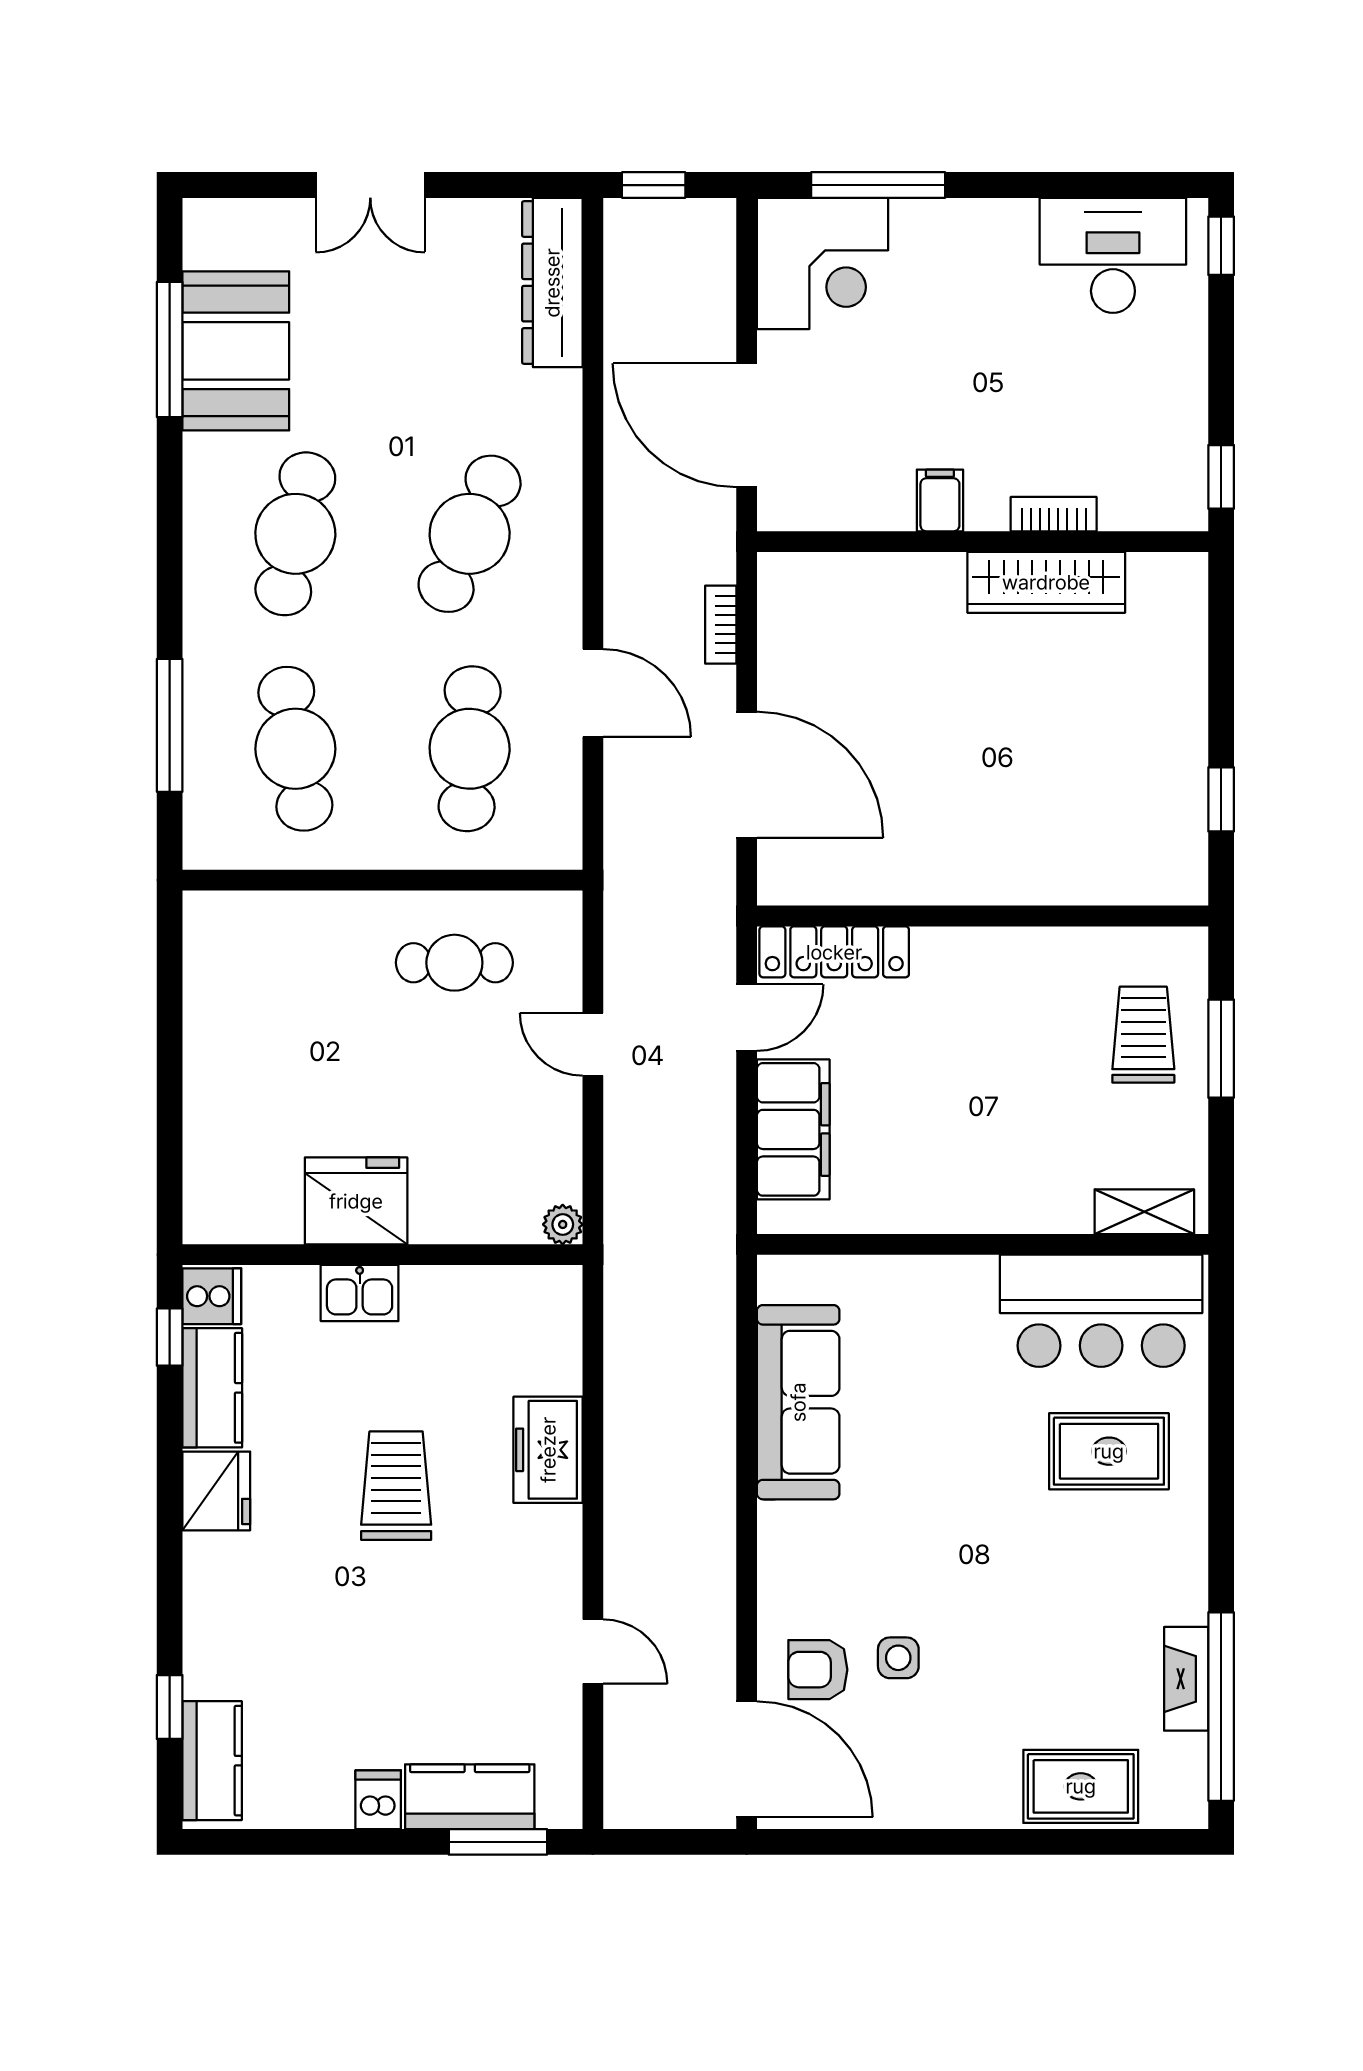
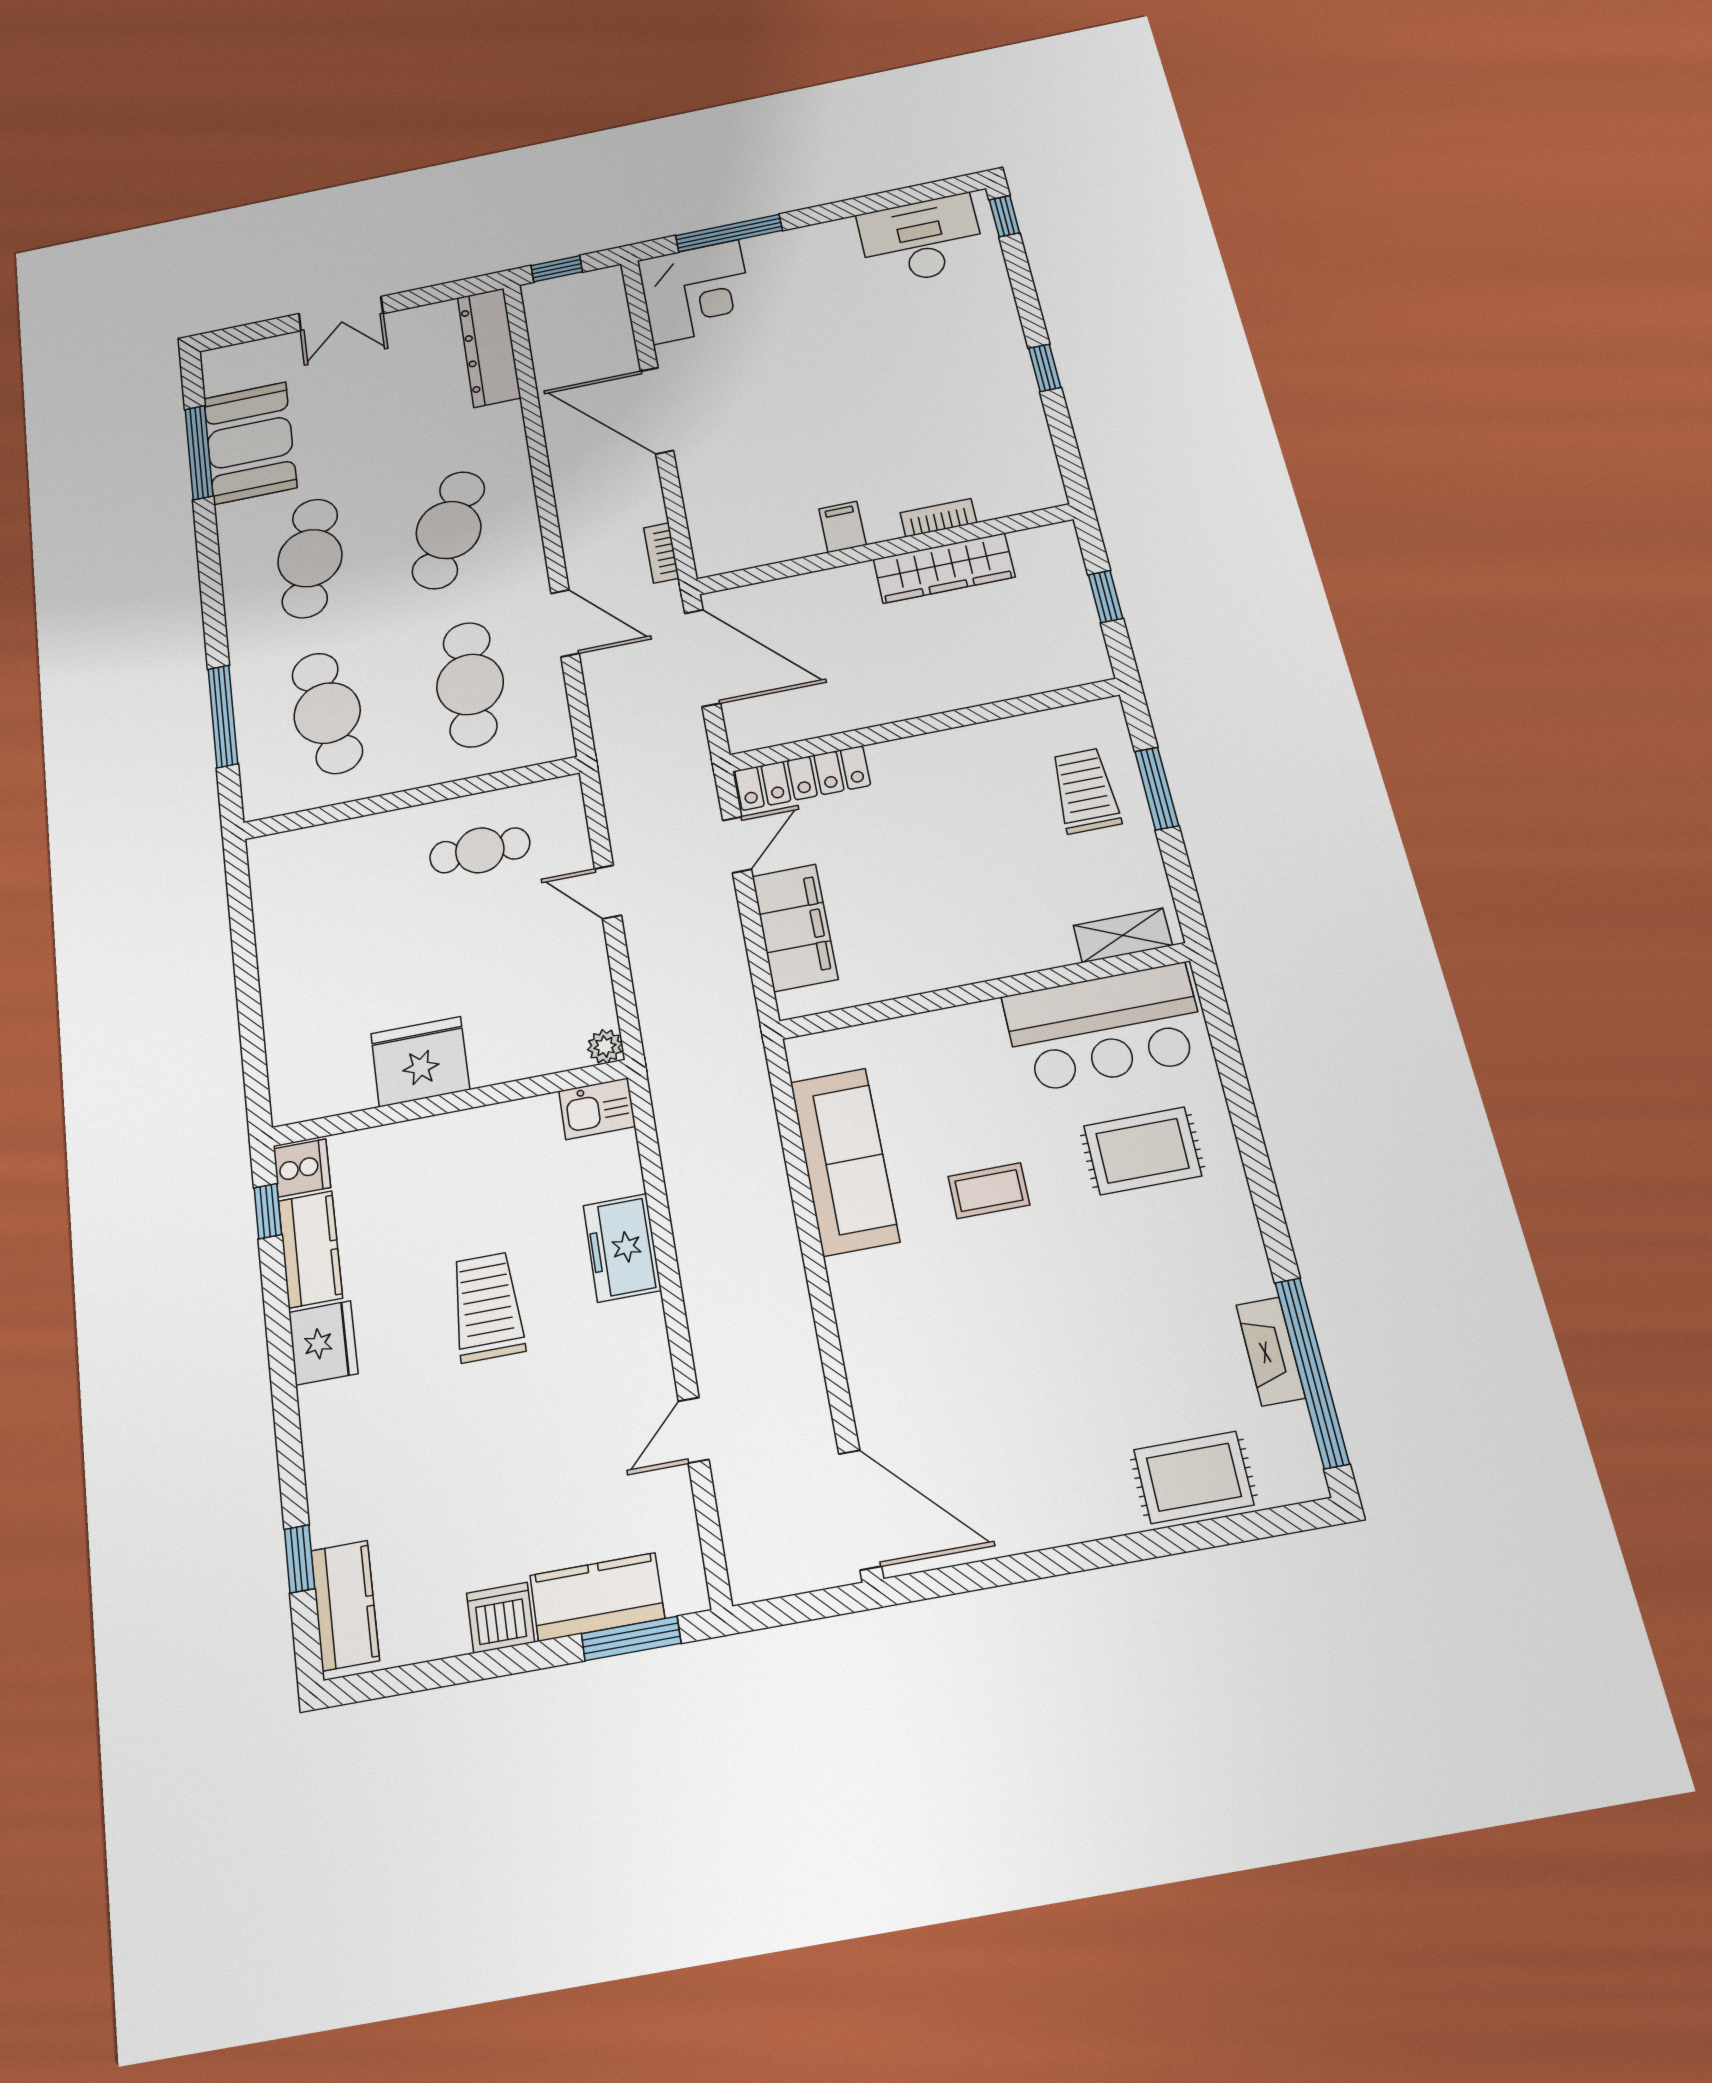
filing cabinet: (940, 500) -> (843, 527), moved
bookcase: (1054, 514) -> (938, 518), moved
wall: (983, 542) -> (884, 549), moved
wardrobe: (1046, 582) -> (944, 568), moved
kitchen sink: (360, 1293) -> (597, 1109), moved
coffee table: (942, 1463) -> (989, 1191), added
door: (593, 1652) -> (694, 1430), swing flipped
side table: (898, 1658) -> (987, 1382), removed
armchair: (818, 1670) -> (912, 1408), removed
dishwasher: (378, 1800) -> (501, 1618), width x1.38

